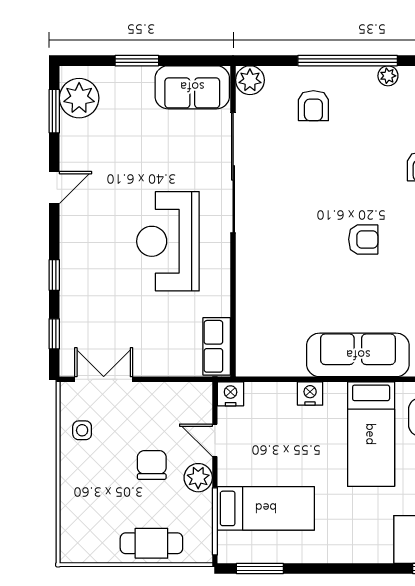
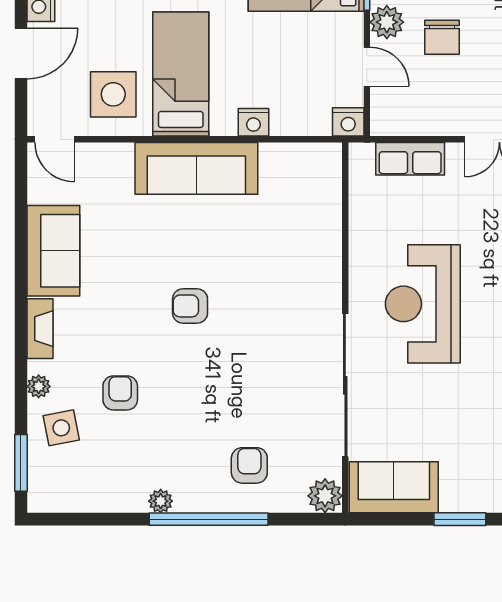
reception desk: (168, 241) -> (423, 304), turned 180
row of seats: (217, 346) -> (410, 159), moved, turned 90

